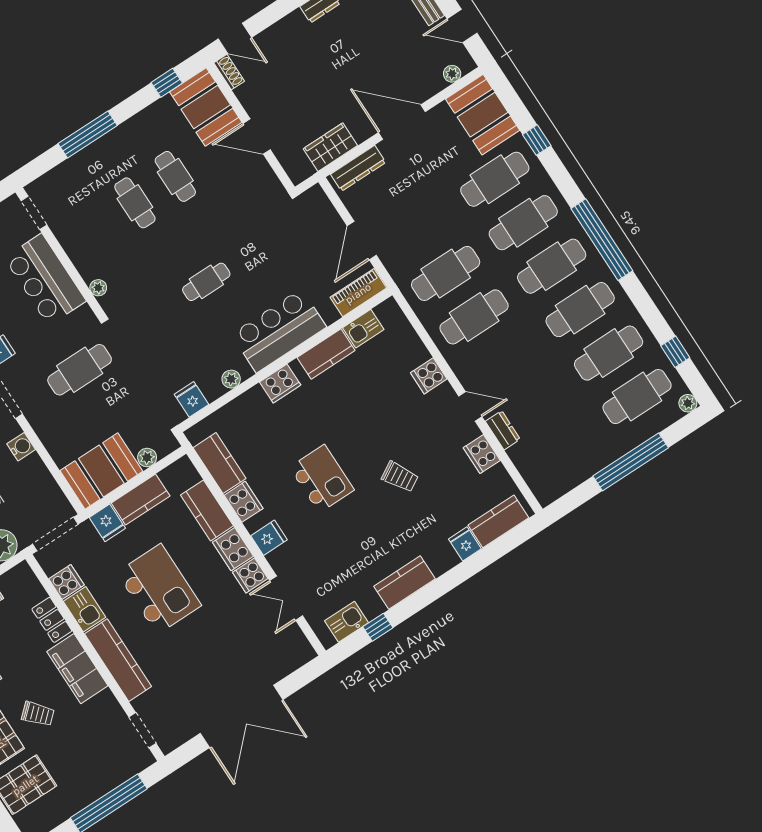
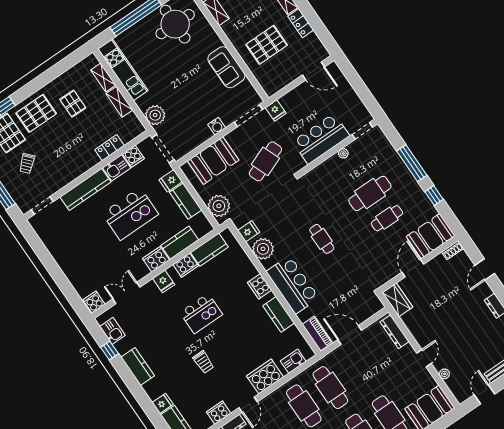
door: (235, 38) -> (485, 269), moved
plant: (452, 74) -> (444, 374), moved
window: (167, 83) -> (434, 196), moved
door: (402, 122) -> (424, 358), width x0.53
wardrobe: (330, 147) -> (398, 300), moved
cafe table: (135, 203) -> (370, 193), width x1.37, depth x1.35
plant: (98, 288) -> (343, 153), moved
kitchen sink: (363, 329) -> (293, 361), moved, turned 90
cafe table: (80, 370) -> (265, 161), turned 69
cooker: (429, 376) -> (265, 376), width x1.87, depth x1.31
plant: (231, 379) -> (263, 249), width x1.88, depth x1.88
plant: (147, 458) -> (219, 206), width x1.87, depth x1.87
booth: (101, 471) -> (213, 161), moved, turned 90
trolley: (400, 477) -> (203, 362), turned -60
cooker: (250, 575) -> (94, 302), moved
filing cabinet: (77, 669) -> (80, 164), removed
trolley: (38, 714) -> (27, 163), moved
double door: (242, 716) -> (52, 267), removed

